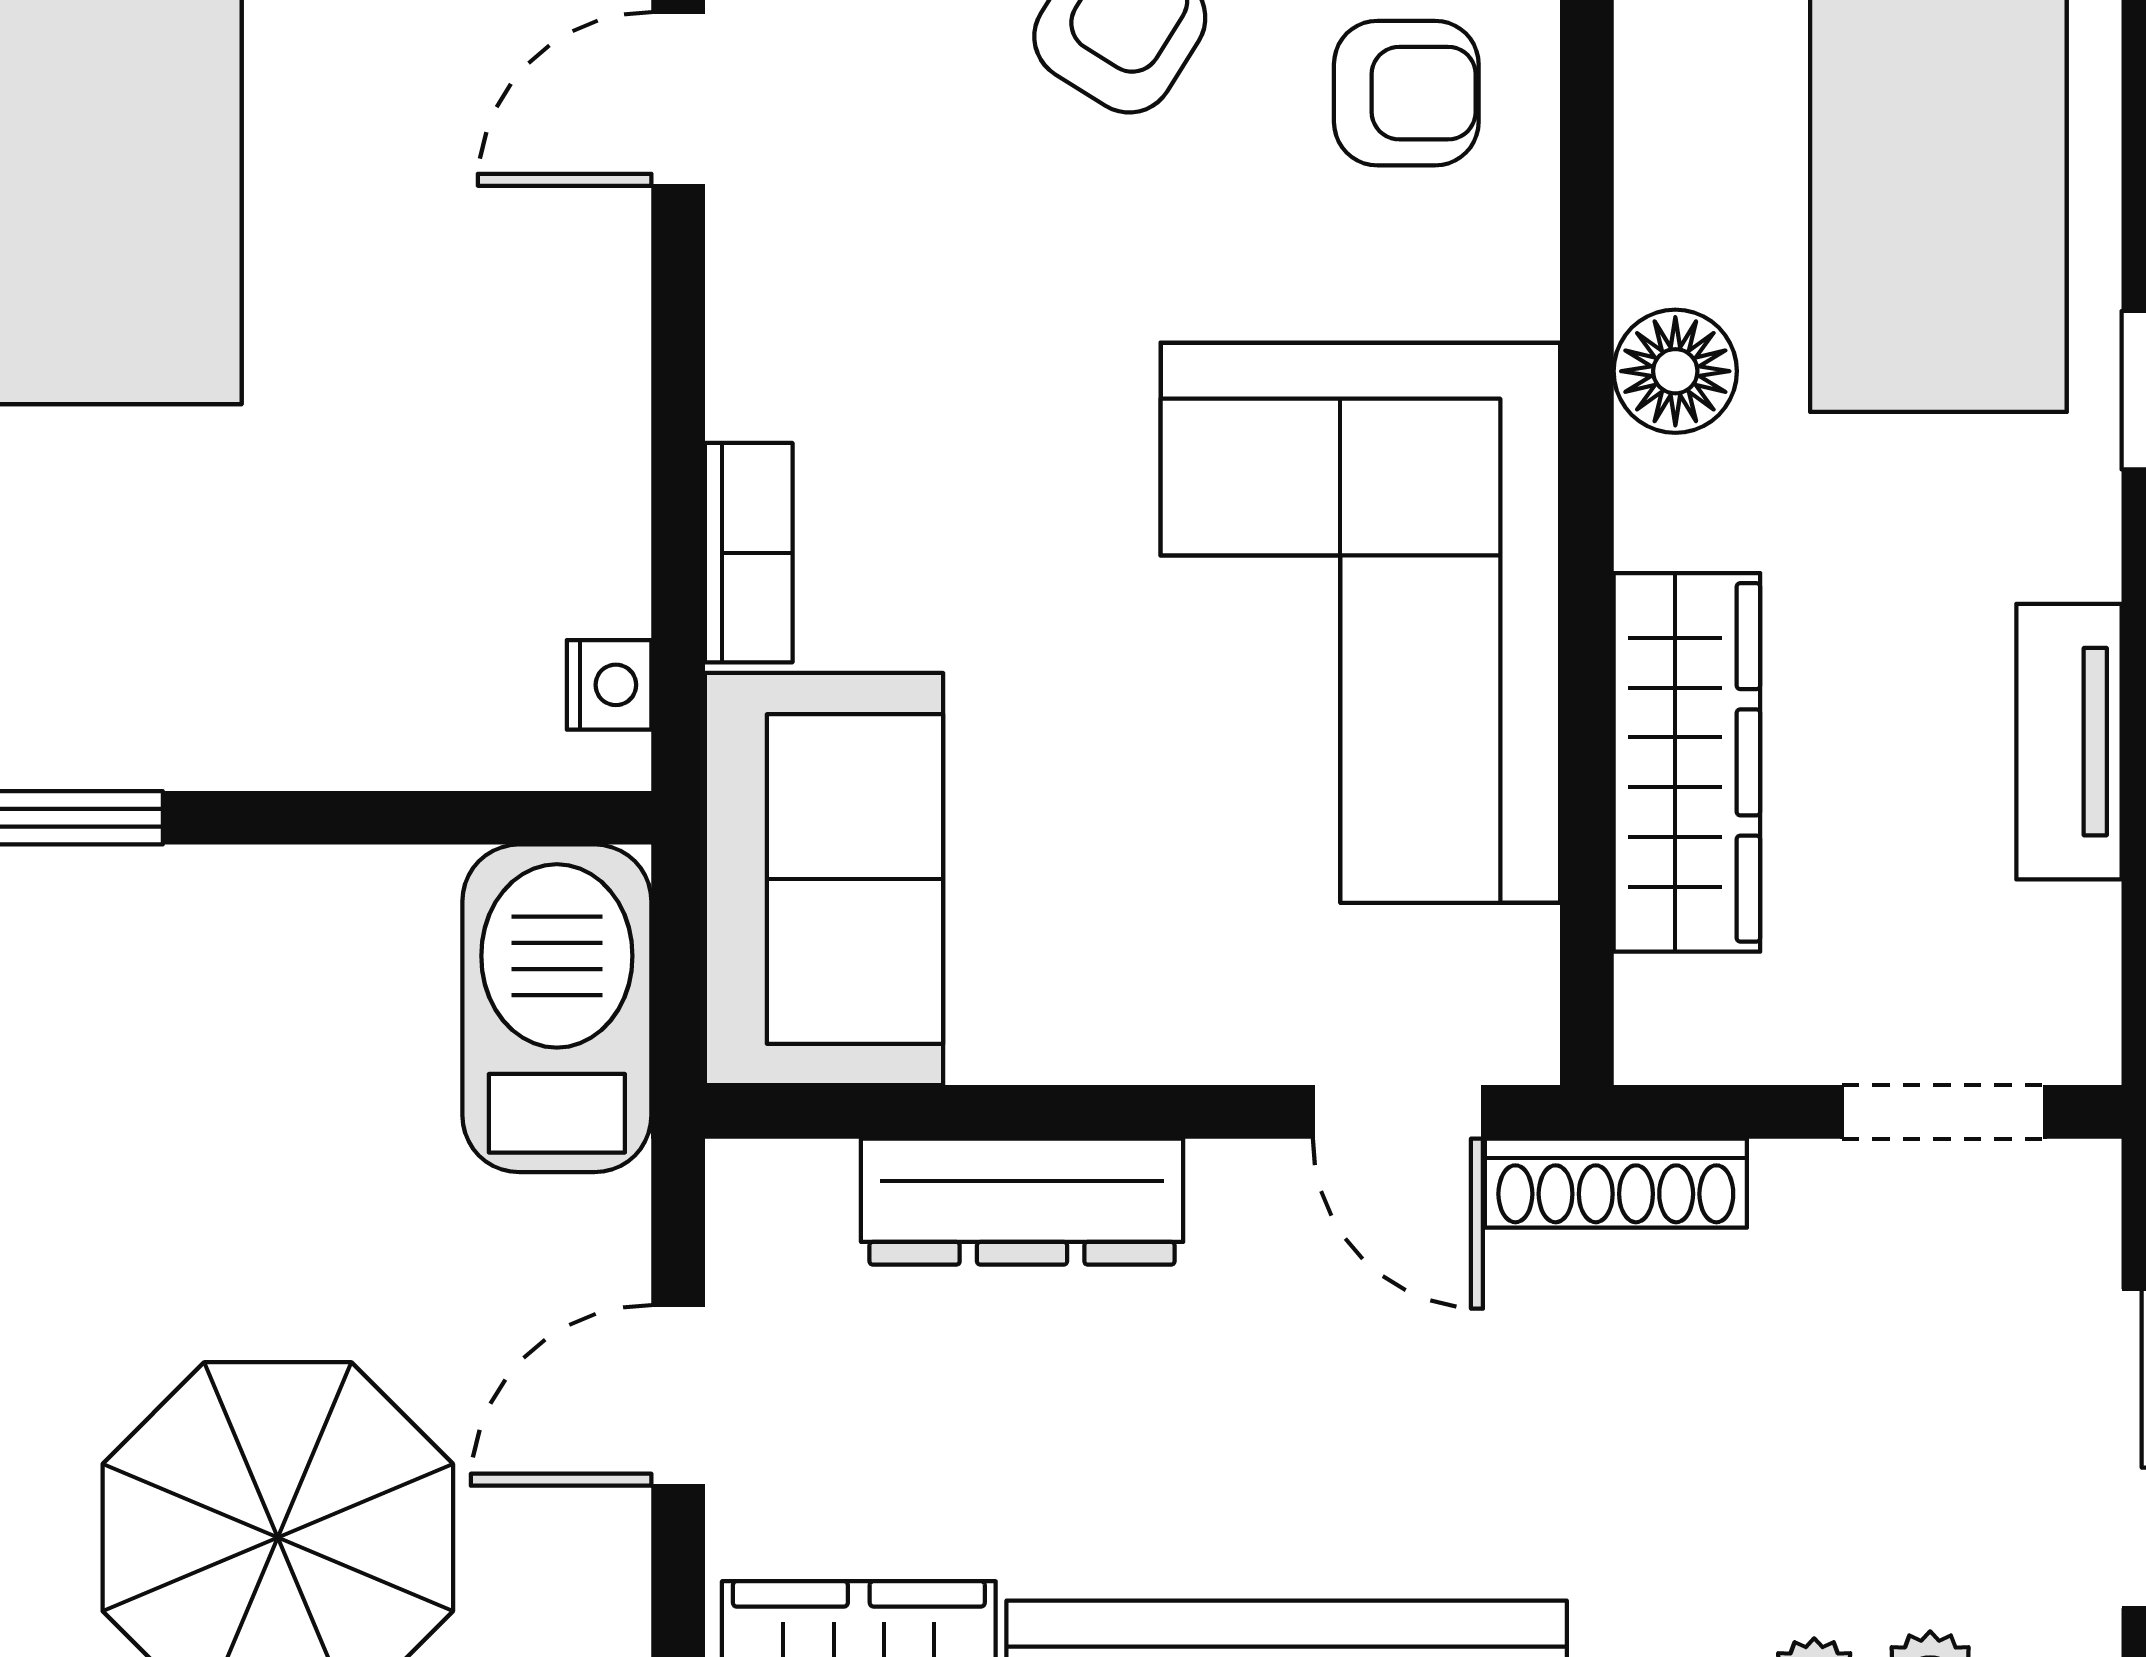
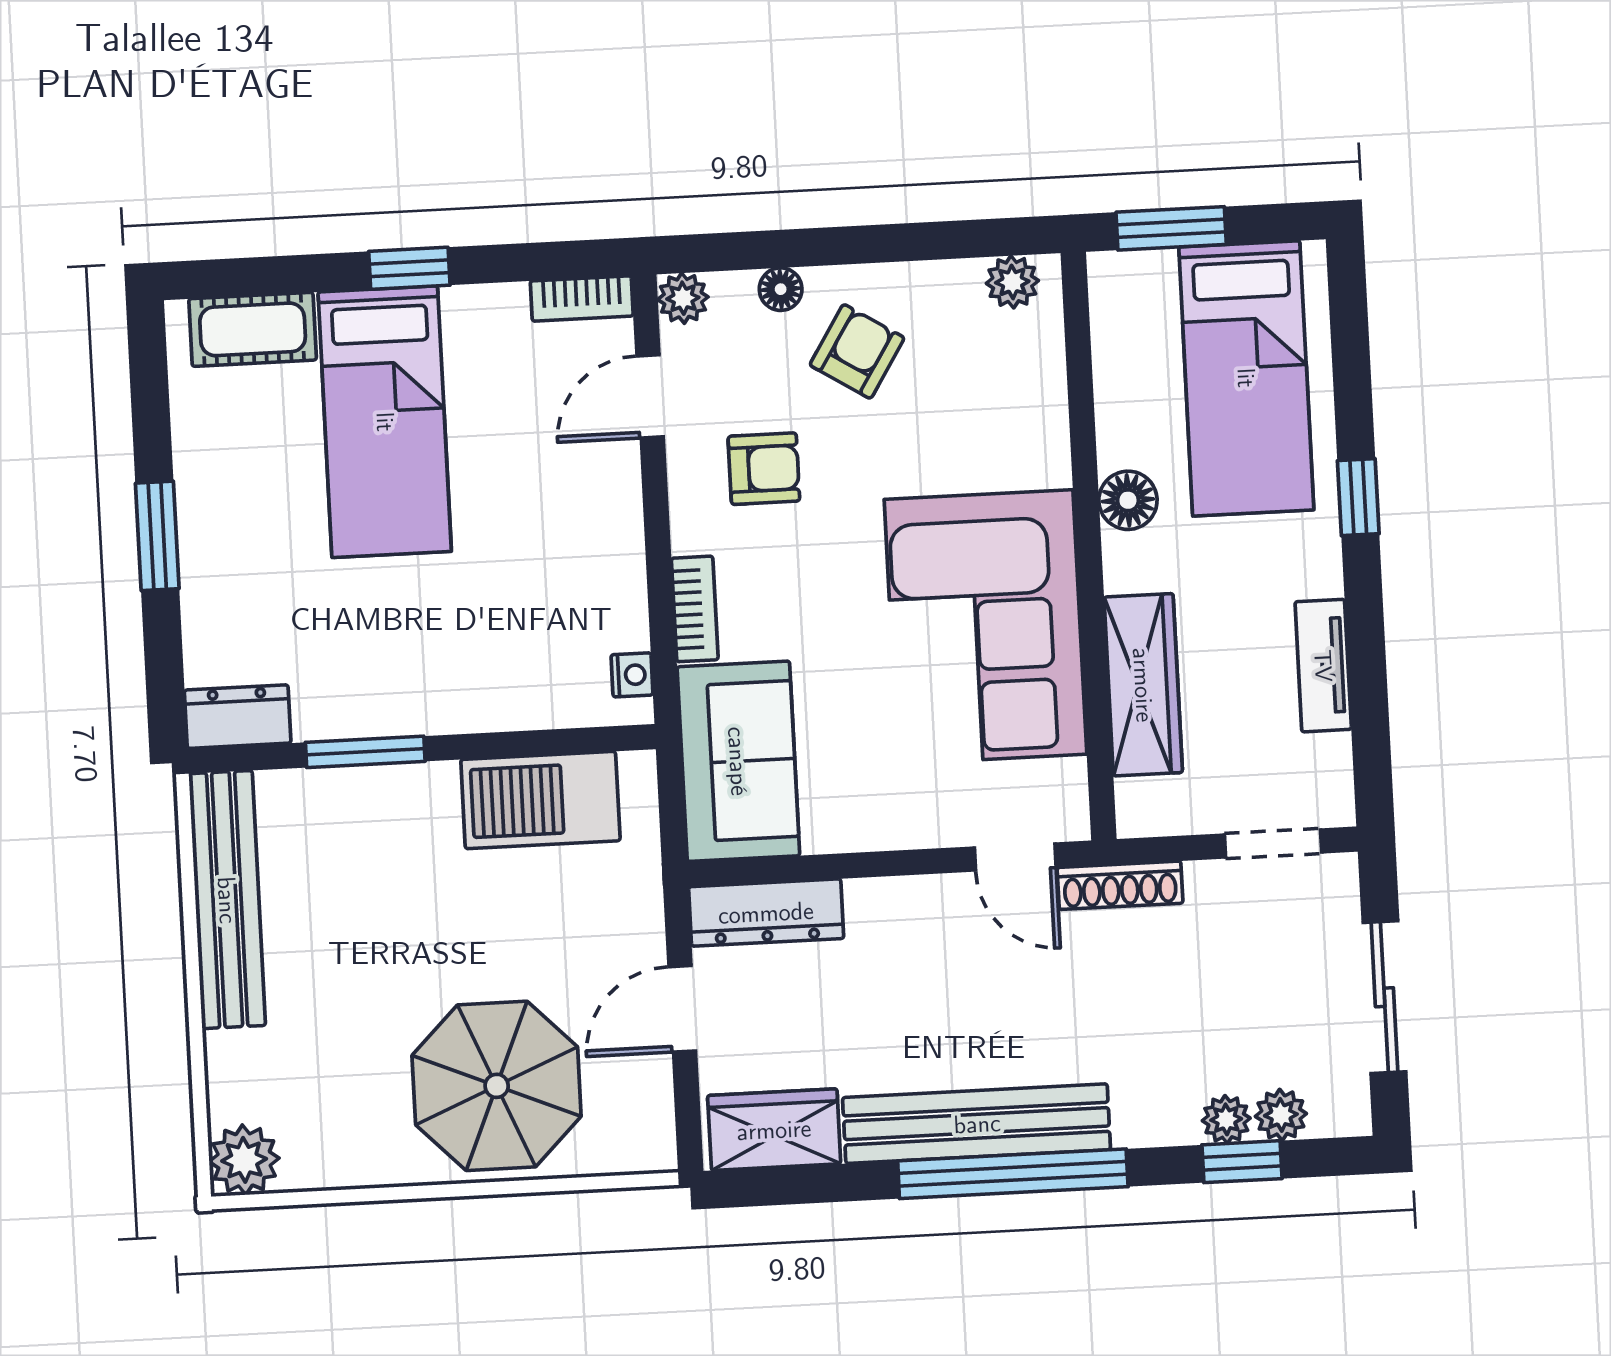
armchair: (1406, 93) -> (764, 469), moved
barbecue: (557, 1008) -> (540, 800), moved, turned -90
dresser: (1022, 1202) -> (766, 913), moved

